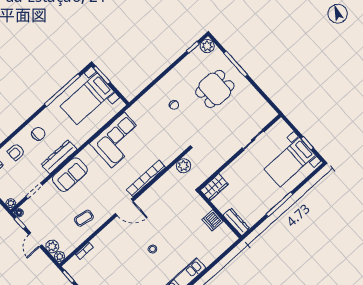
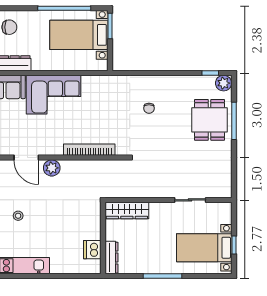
dining table: (215, 89) -> (210, 120), moved, turned 90
corner sofa: (118, 140) -> (54, 95), moved
plant: (184, 166) -> (52, 168), moved
bookcase: (146, 179) -> (89, 150), moved
wardrobe: (214, 187) -> (127, 210), width x1.50
dishwasher: (213, 220) -> (92, 250), moved

